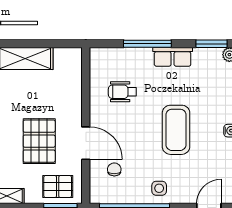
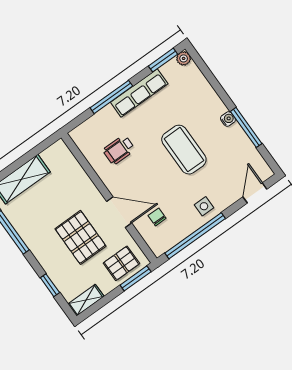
row of seats: (173, 57) -> (139, 93), width x1.48

